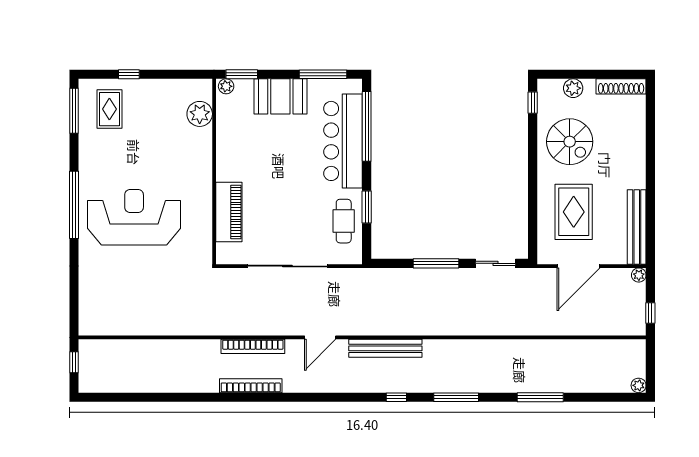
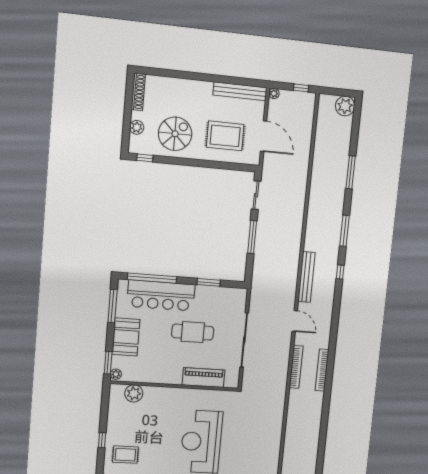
cafe table: (344, 221) -> (193, 332), moved, width x1.37, depth x1.35
plant: (639, 385) -> (345, 106), width x1.88, depth x1.88

